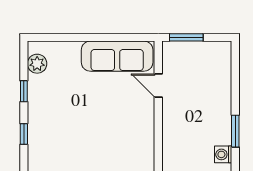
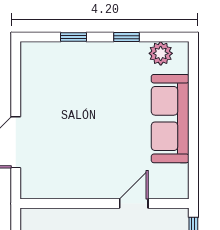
sofa: (117, 56) -> (170, 119), moved

